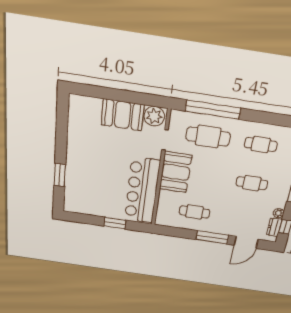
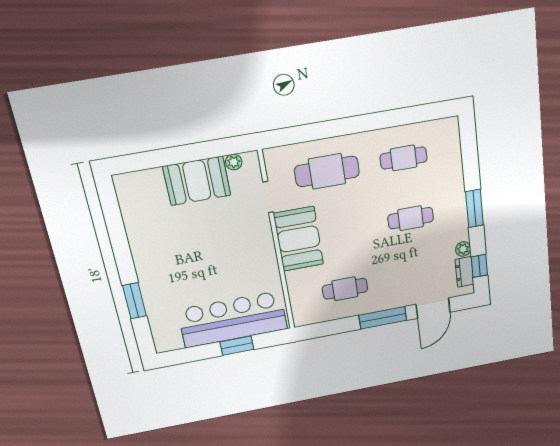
window: (213, 110) -> (321, 131), removed
plant: (154, 116) -> (234, 162), width x0.53, depth x0.53
bar counter: (142, 191) -> (233, 319), moved, turned 90

